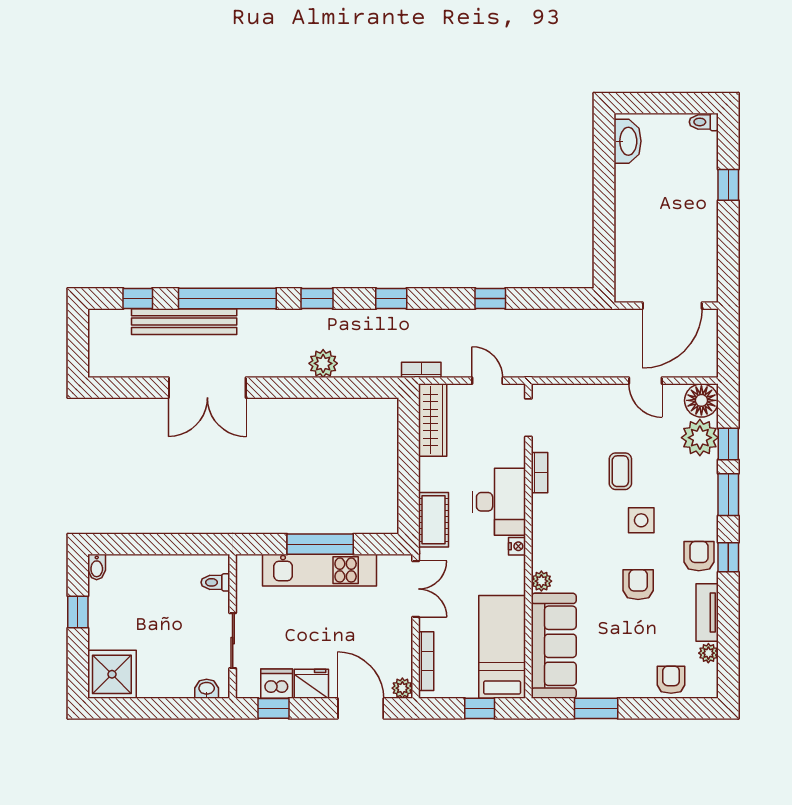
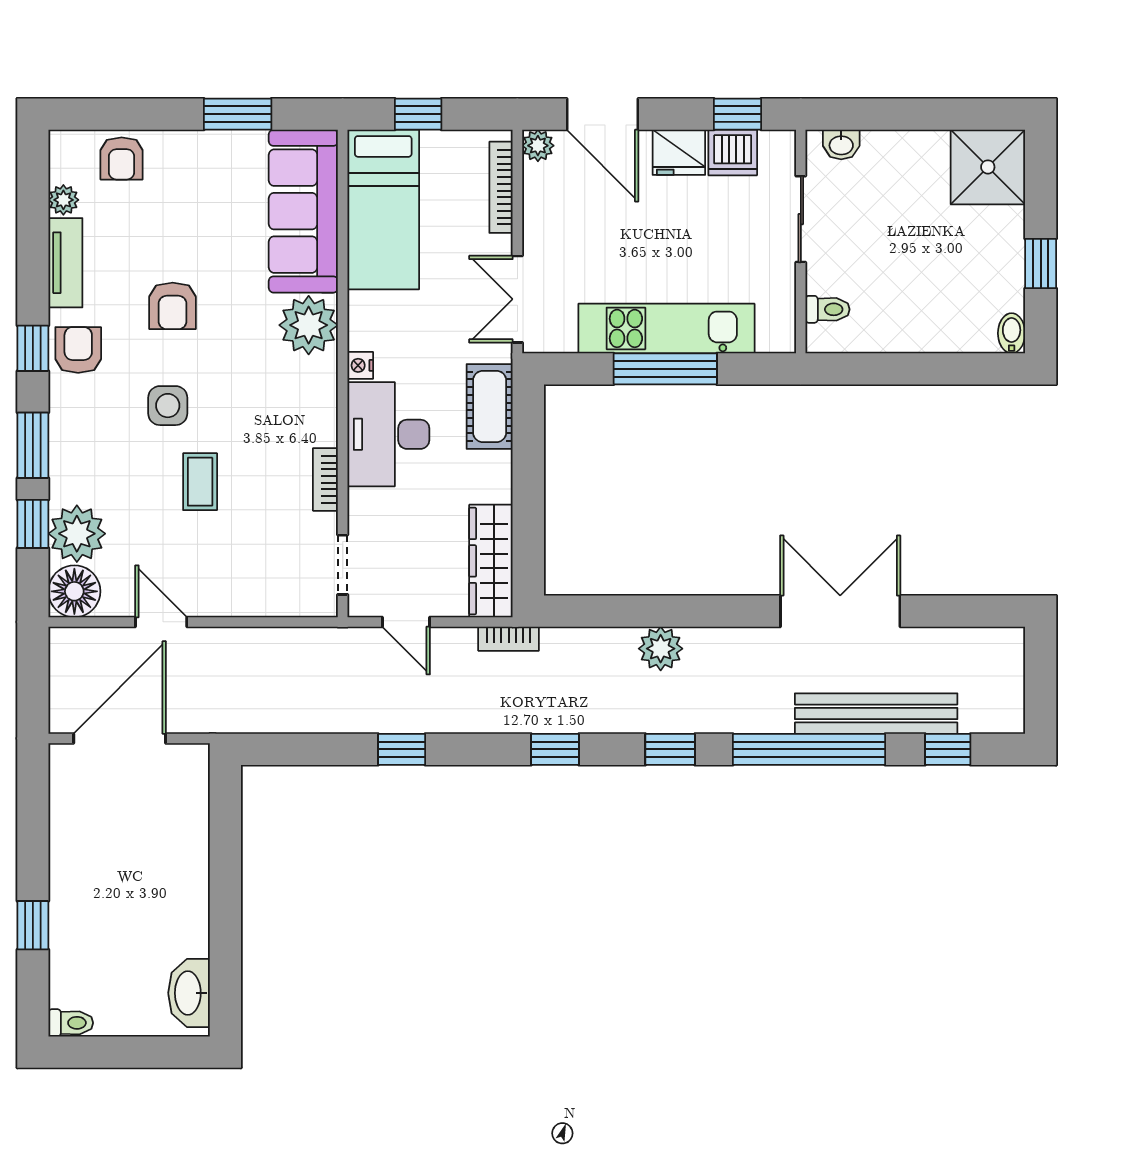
armchair: (699, 556) -> (78, 350), turned 180
plant: (541, 581) -> (309, 325), width x1.87, depth x1.87

